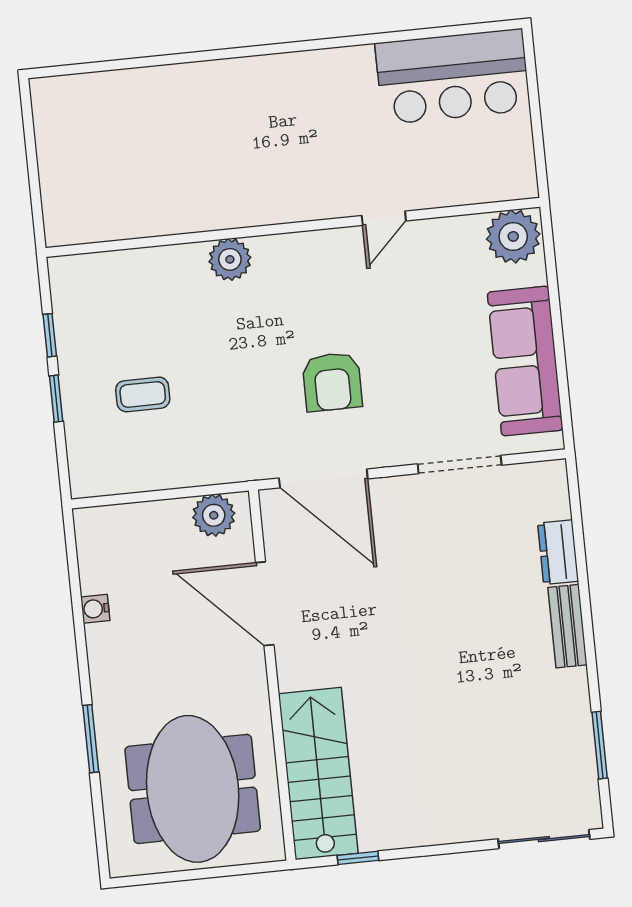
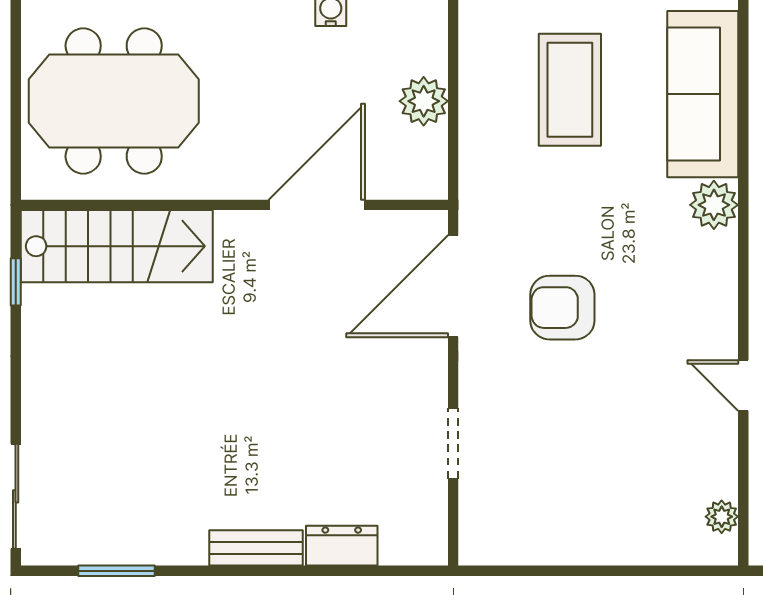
plant: (513, 236) -> (722, 517), width x0.53, depth x0.53
sofa: (525, 361) -> (703, 94), moved, turned -90
coffee table: (143, 394) -> (570, 90), width x1.86, depth x1.72
doorway: (460, 465) -> (453, 443), width x0.73
plant: (214, 515) -> (424, 101), moved

